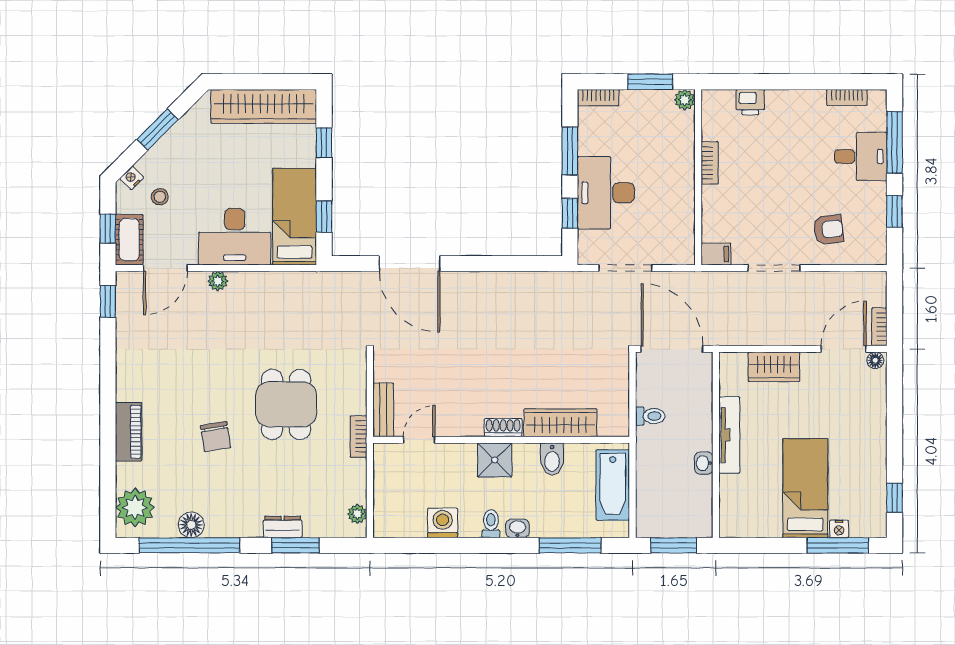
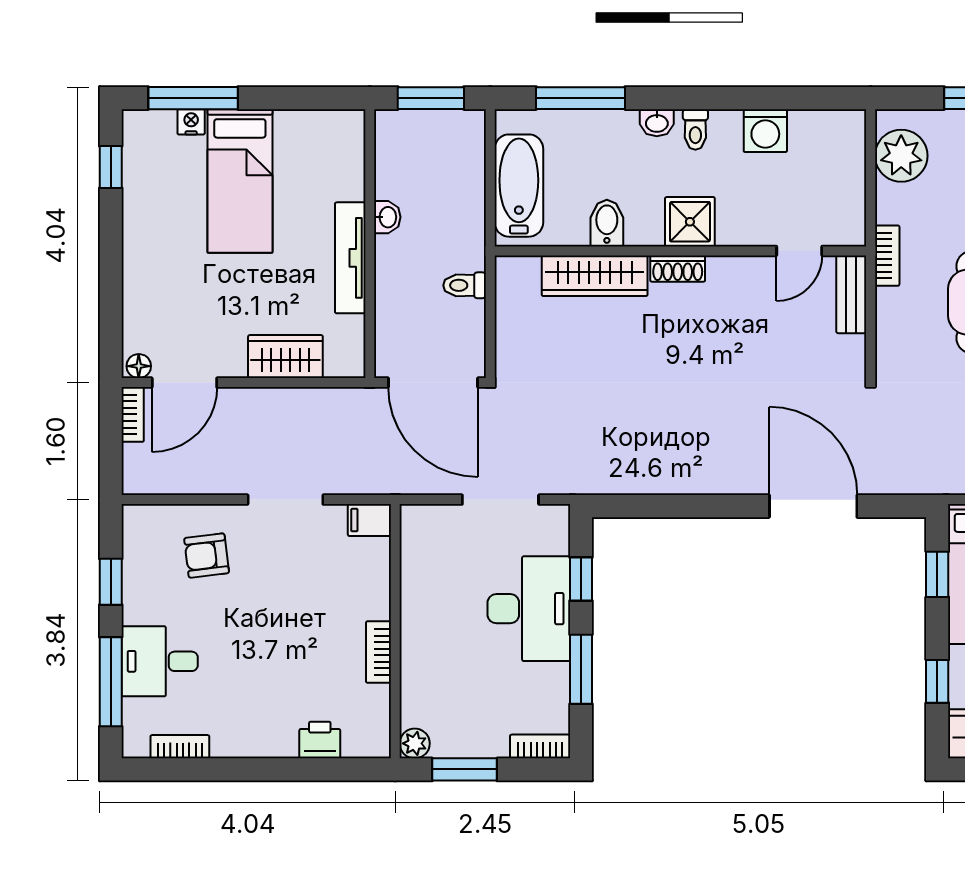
plant: (357, 514) -> (901, 156), width x1.88, depth x1.88

